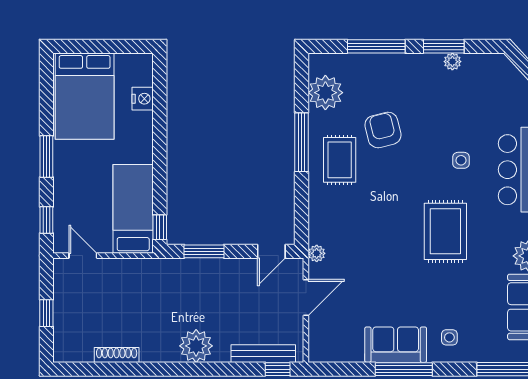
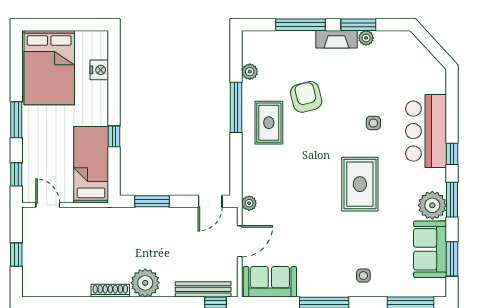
fireplace: (418, 63) -> (336, 39), added
plant: (325, 93) -> (250, 72), width x0.53, depth x0.53
window: (160, 227) -> (114, 136), moved
sofa: (396, 345) -> (270, 282), moved
shoe rack: (117, 355) -> (110, 291), moved

